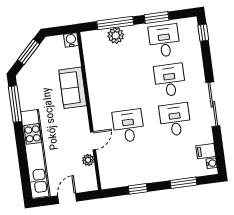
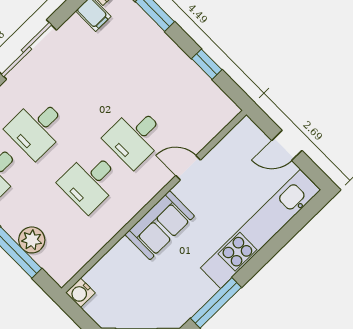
sofa: (73, 88) -> (160, 225), moved
desk: (175, 119) -> (90, 182), moved
plant: (88, 160) -> (218, 156), removed

